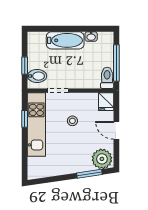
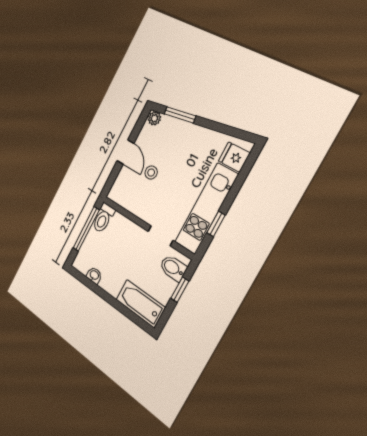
bathtub: (65, 40) -> (140, 303), moved
fridge: (106, 102) -> (234, 157), moved, turned -90
stool: (72, 121) -> (151, 173), moved
plant: (102, 159) -> (154, 118), width x0.53, depth x0.53

